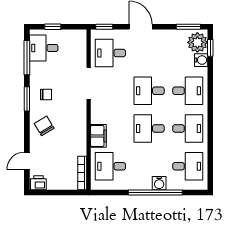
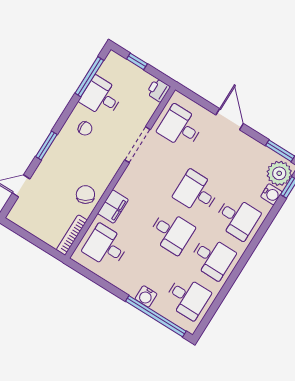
window: (104, 27) -> (191, 95), removed
desk: (44, 48) -> (101, 97), moved
window: (27, 99) -> (46, 145), moved
chair: (44, 126) -> (85, 195), moved
desk: (149, 128) -> (171, 232), turned 180
printer: (38, 183) -> (158, 90), moved, turned -90
window: (155, 192) -> (156, 316), moved

